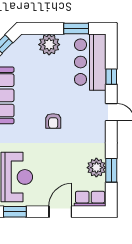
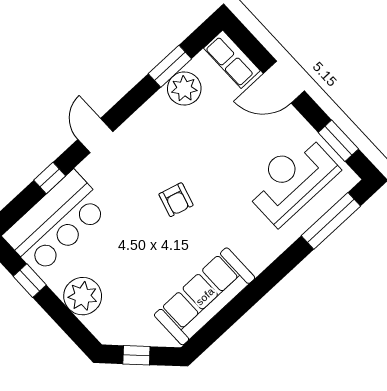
window: (76, 28) -> (30, 281), width x0.67
armchair: (53, 121) -> (176, 200), turned 106

